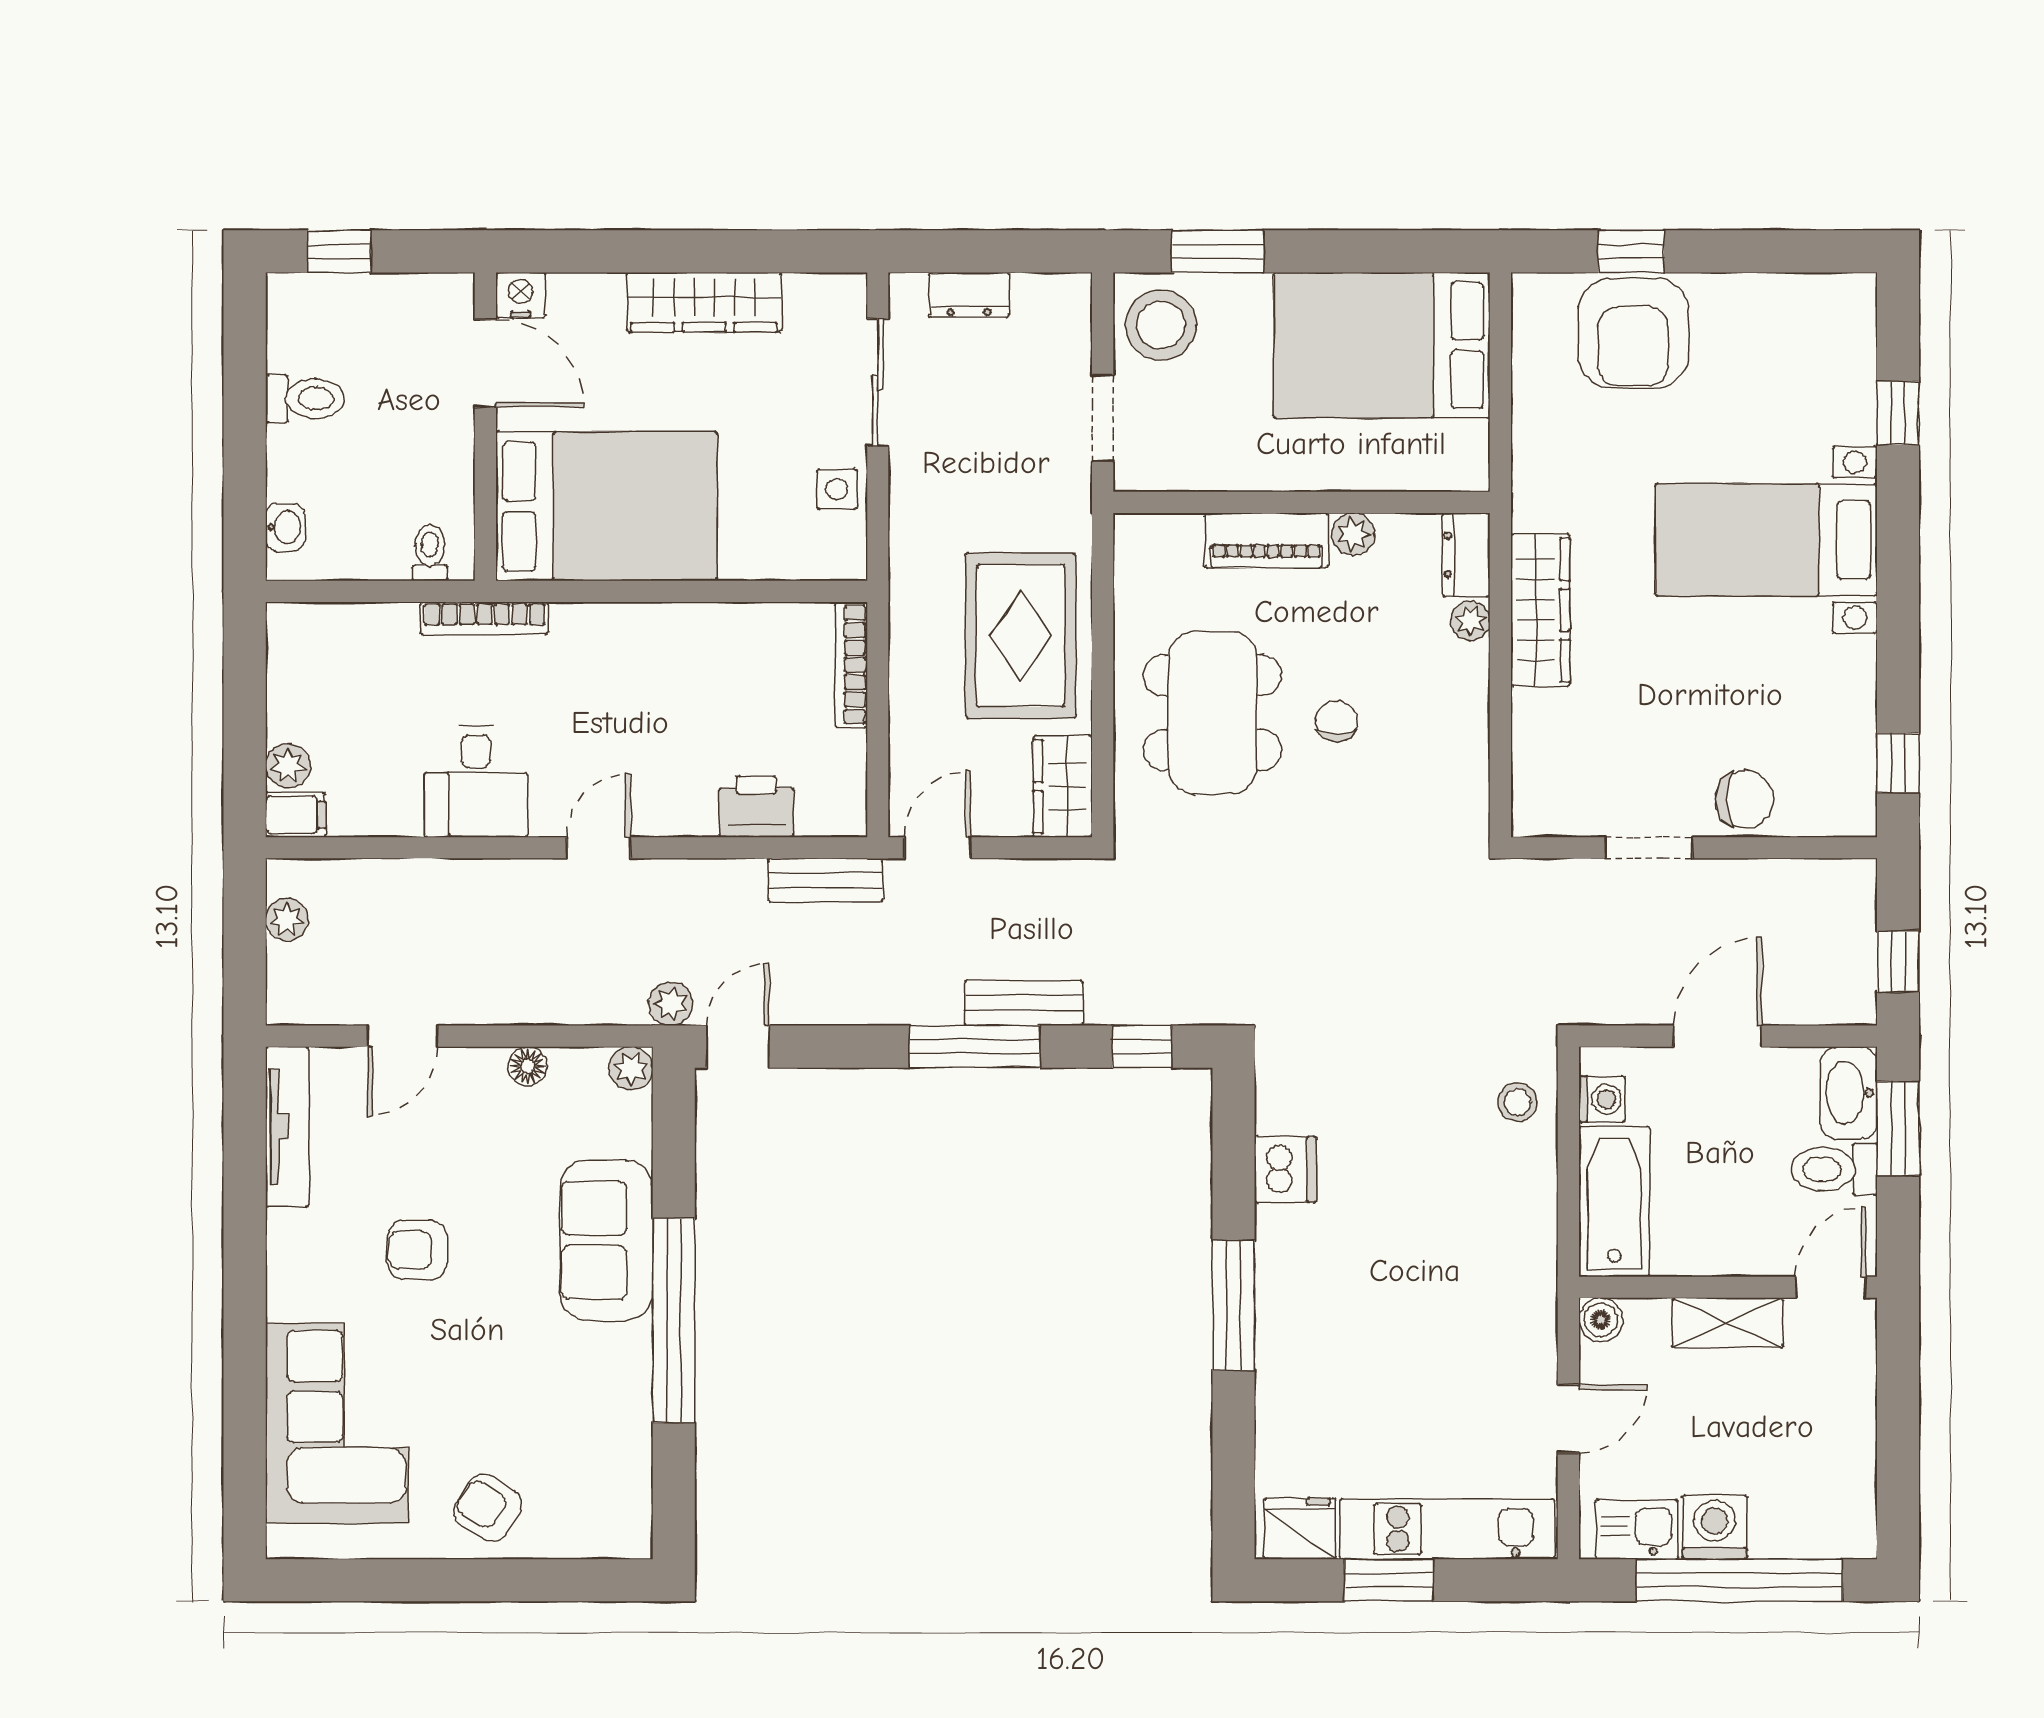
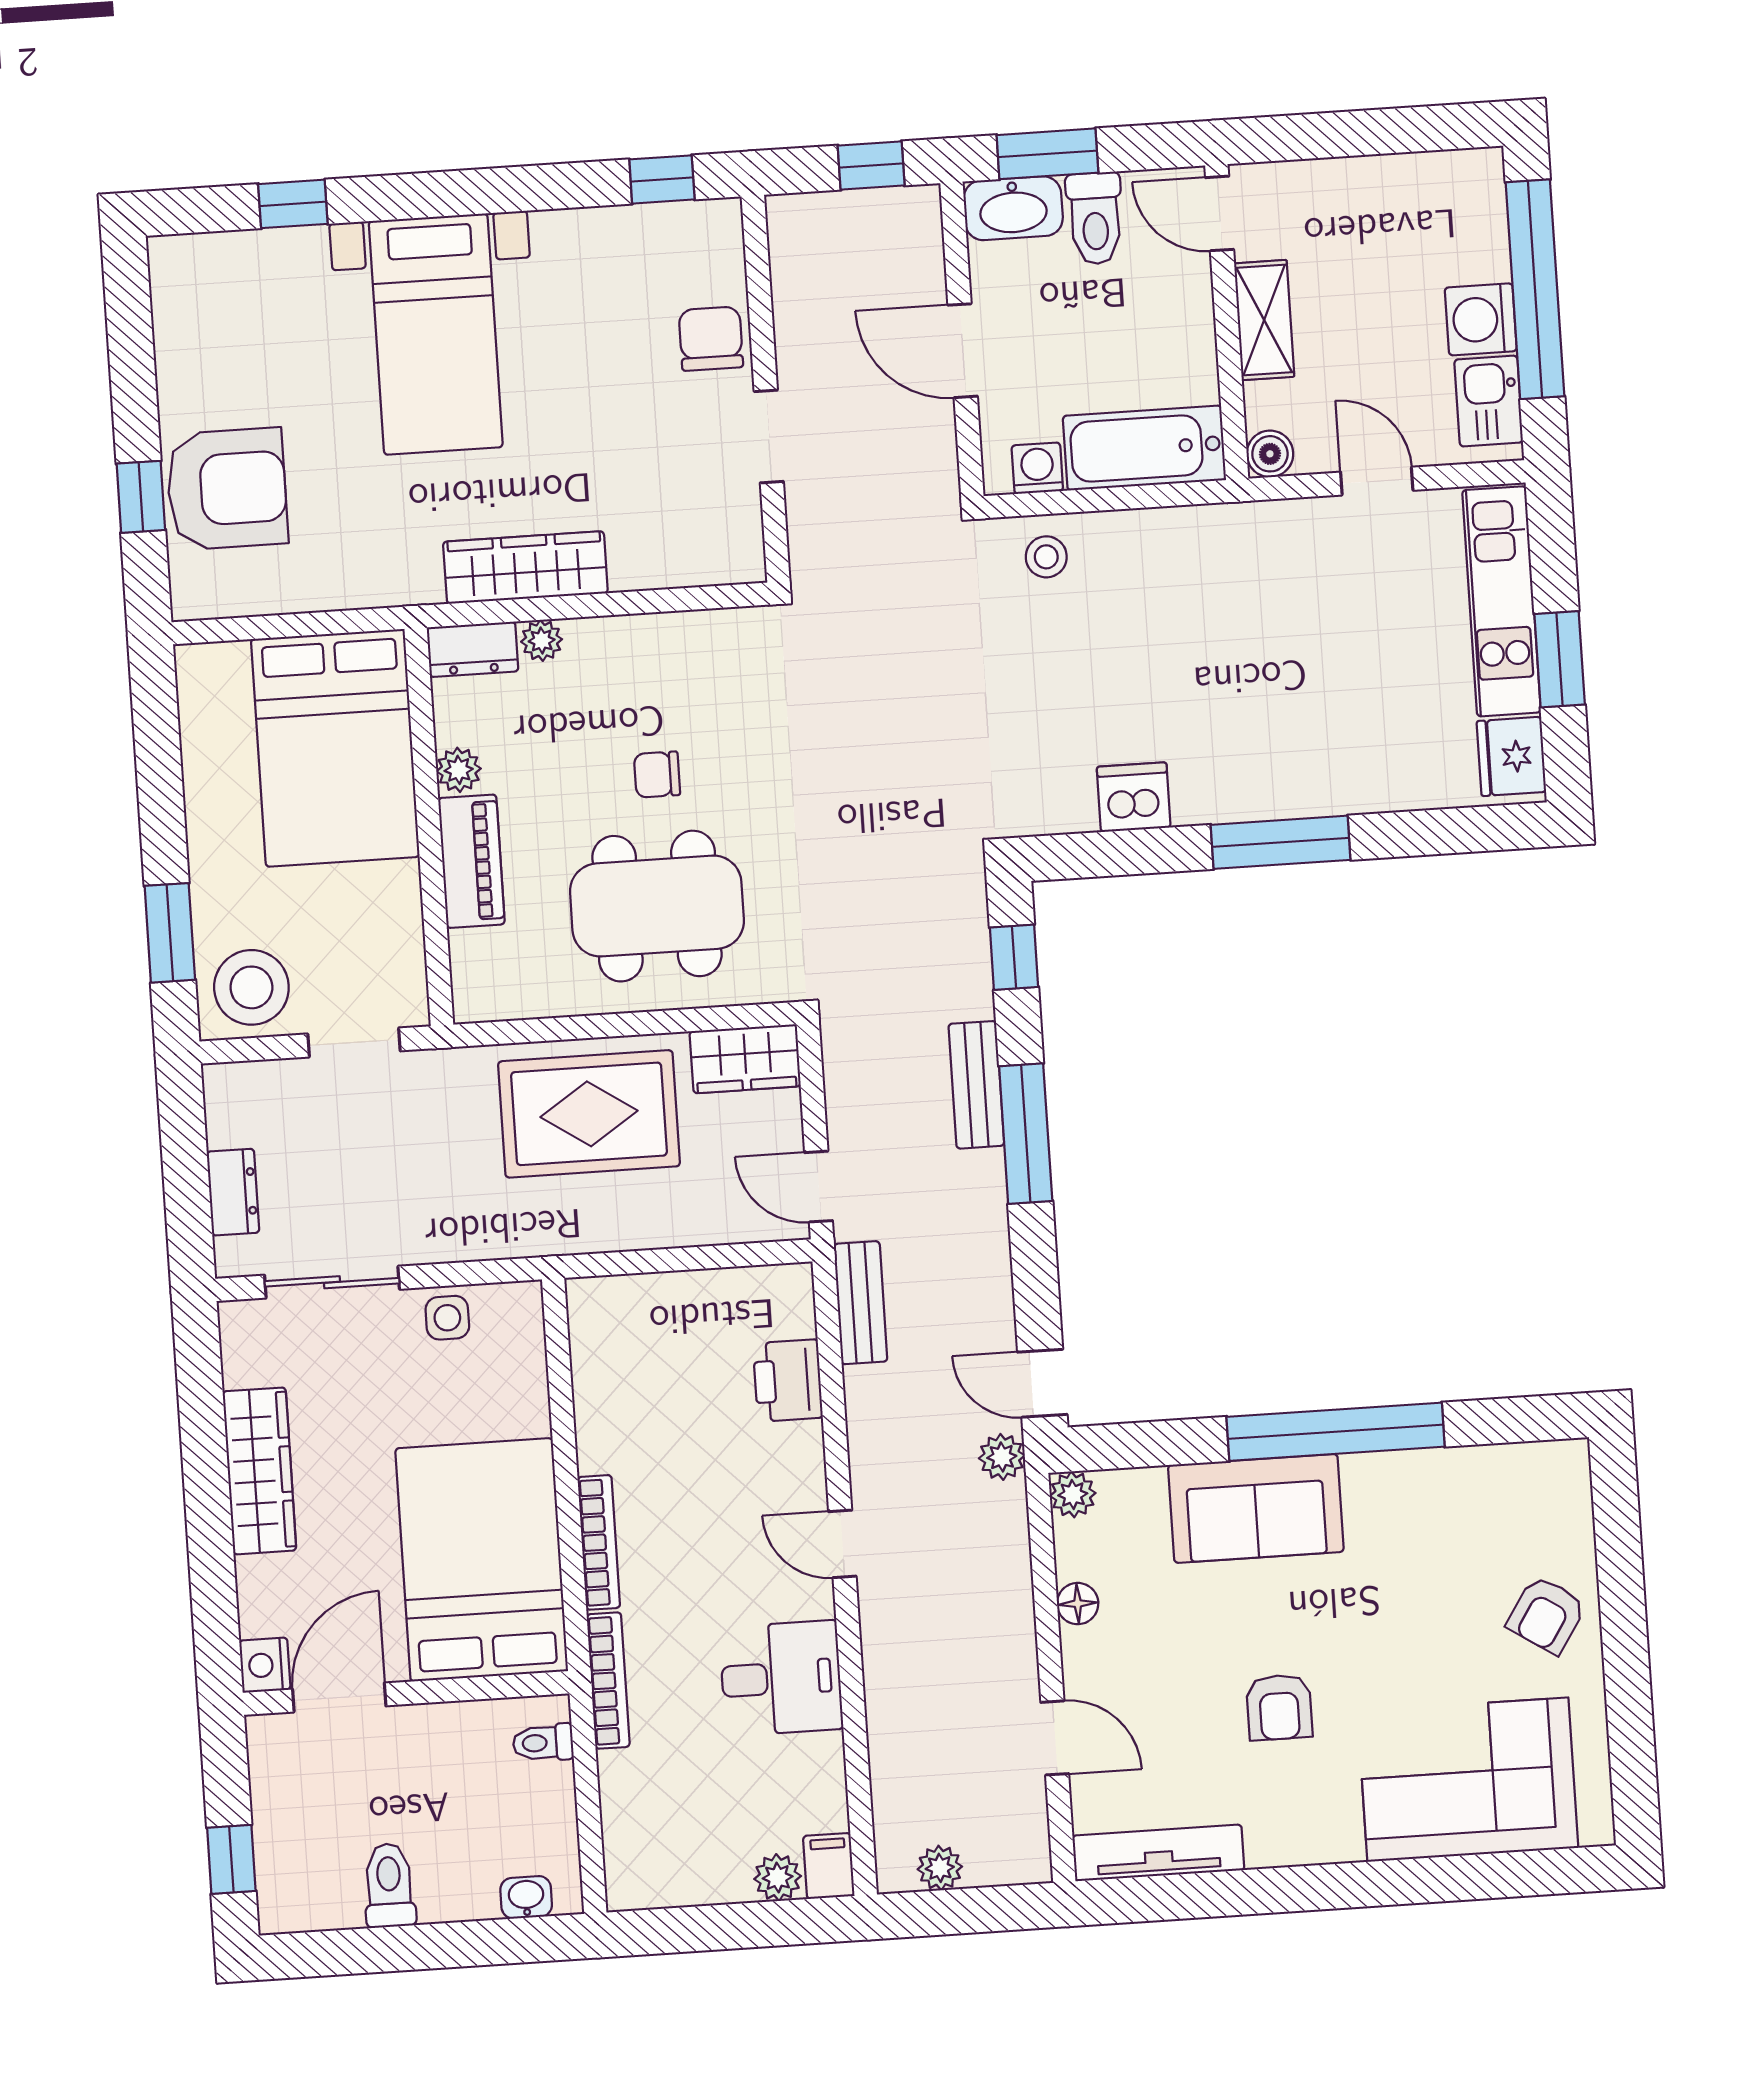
bed: (1382, 345) -> (335, 748), moved
bookcase: (851, 665) -> (599, 1542), moved, turned -90

